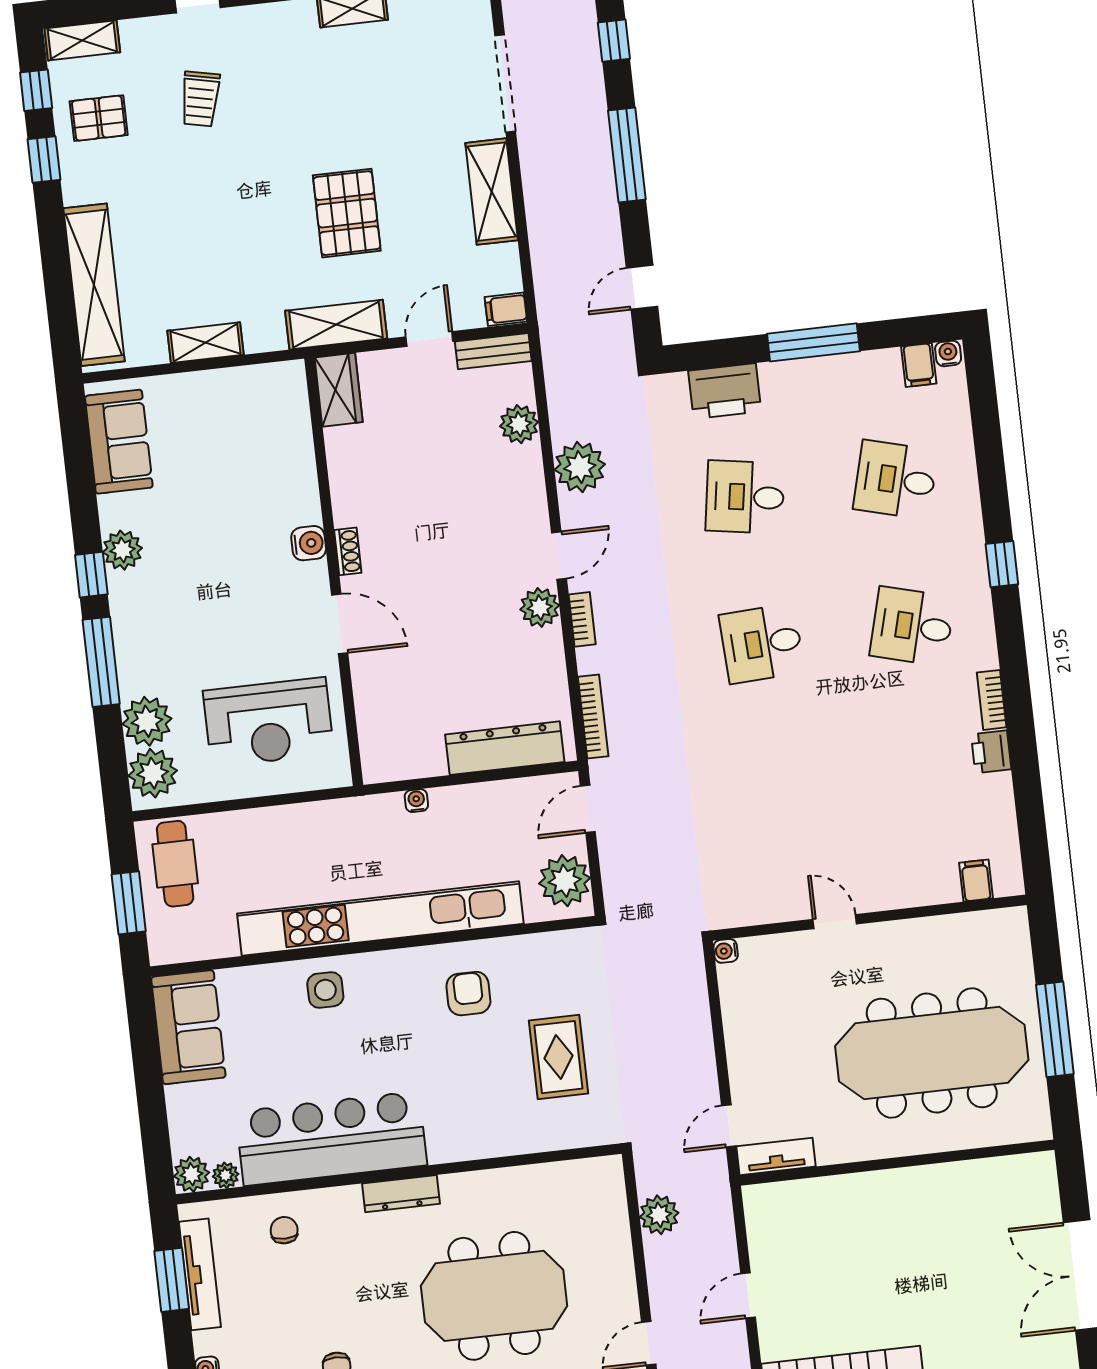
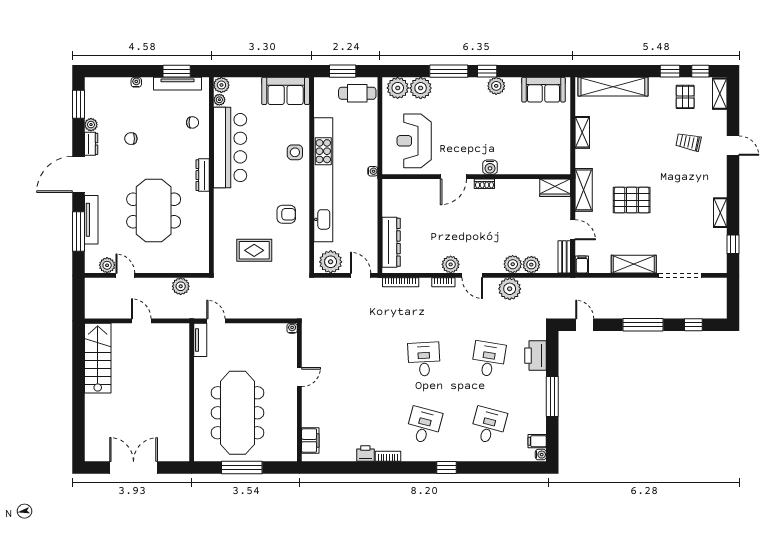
plant: (523, 467) -> (513, 264), added
water cooler: (416, 801) -> (373, 171), moved
filing cabinet: (976, 881) -> (310, 441), width x2.00

